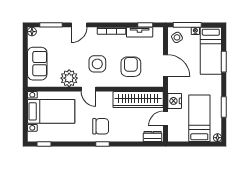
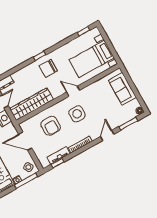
plant: (69, 78) -> (92, 91), removed

